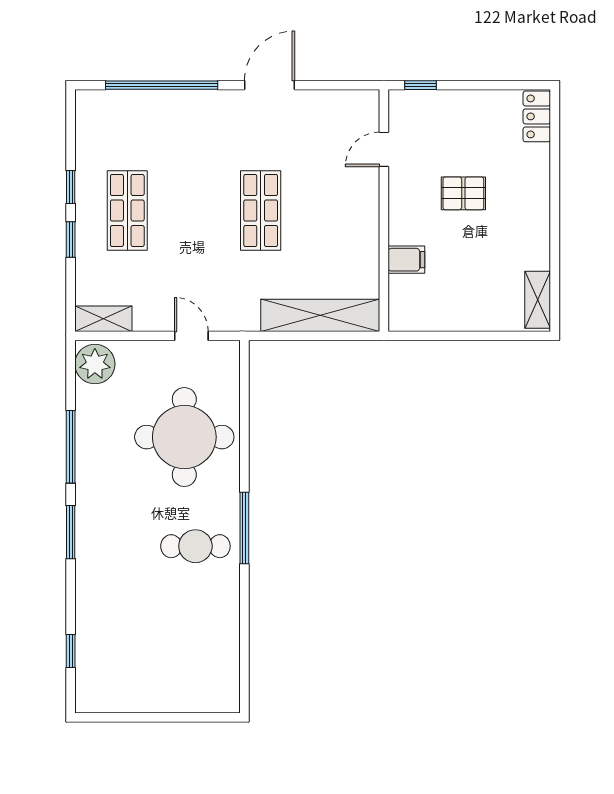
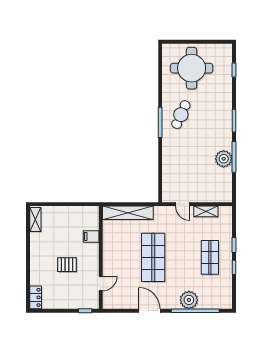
door: (270, 85) -> (149, 311), swing flipped
plant: (177, 111) -> (189, 300), added
shop shelf: (261, 211) -> (153, 257), width x1.43, depth x1.36
shelving: (103, 319) -> (206, 211), moved
plant: (95, 364) -> (224, 159), moved
round table: (184, 437) -> (192, 68), moved
cafe table: (195, 546) -> (181, 115), turned -66

